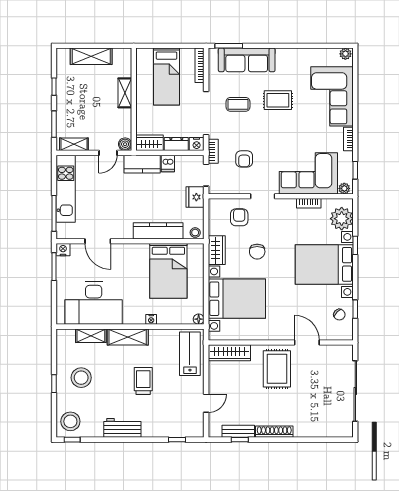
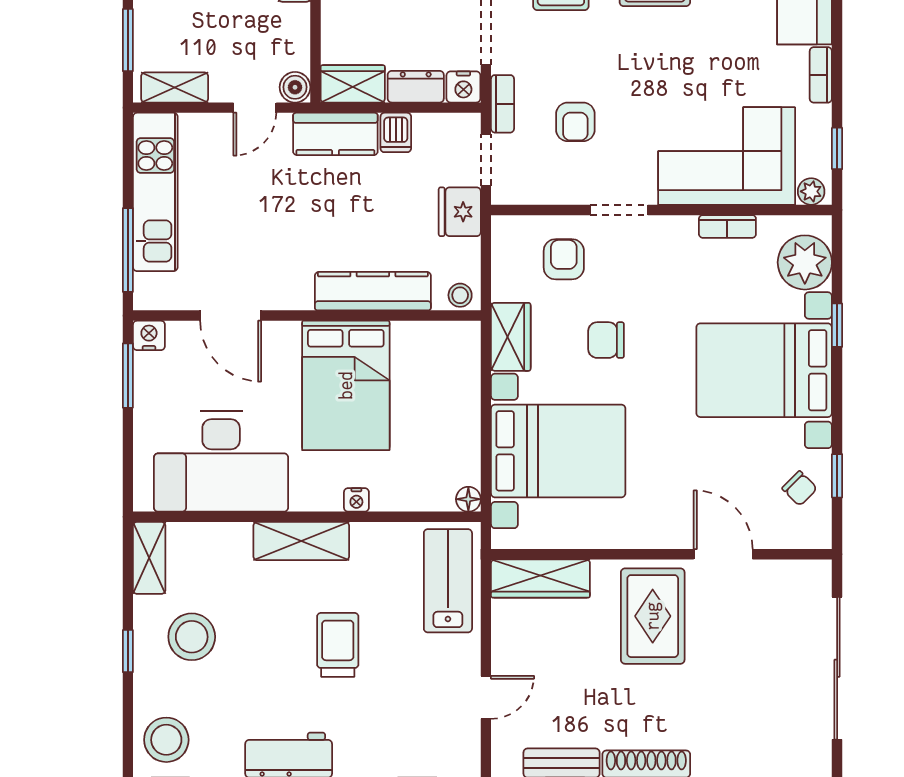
chair: (257, 252) -> (606, 340), turned 90
bed: (168, 271) -> (346, 385), moved
shelving: (91, 336) -> (149, 558), moved, turned 90

